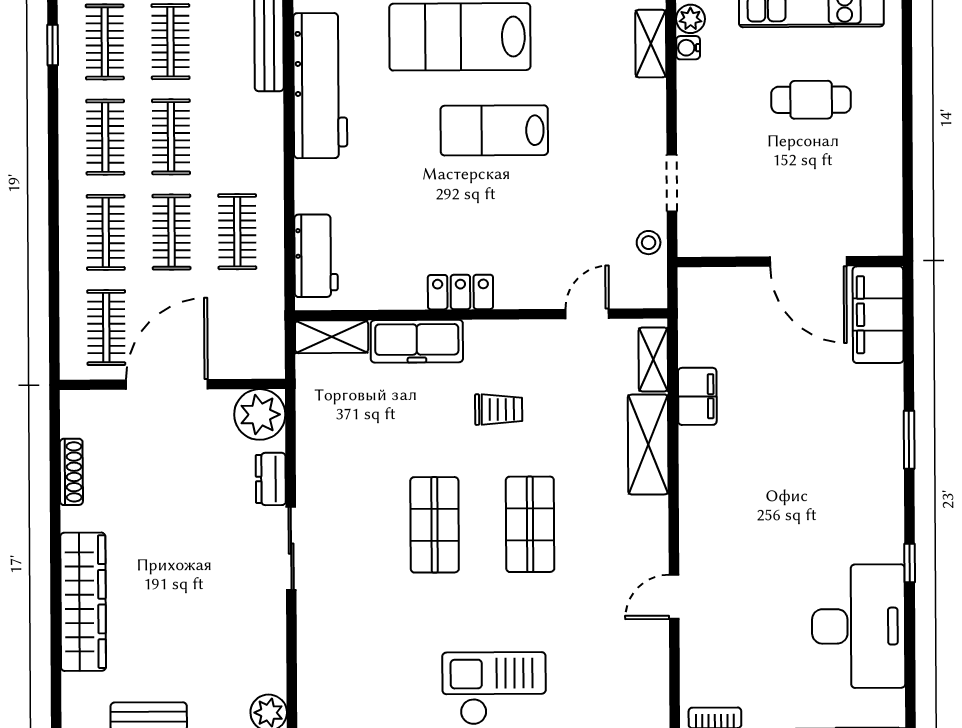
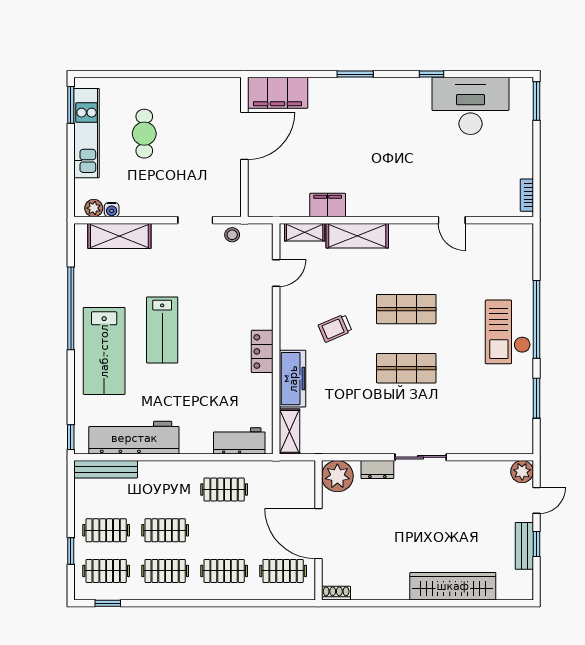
shelving: (651, 44) -> (119, 236), width x1.50, depth x1.33
clothes rail: (172, 232) -> (224, 530), removed
door: (587, 314) -> (276, 273), swing flipped
trolley: (499, 409) -> (335, 328), turned -113
shoe rack: (71, 472) -> (336, 593), moved, width x0.70

